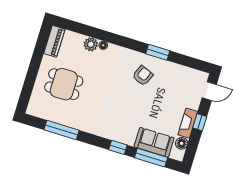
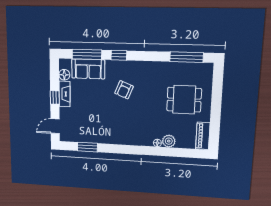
window: (158, 52) -> (87, 147), moved
armchair: (143, 76) -> (124, 90), moved
window: (61, 130) -> (187, 57), moved

